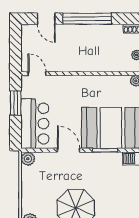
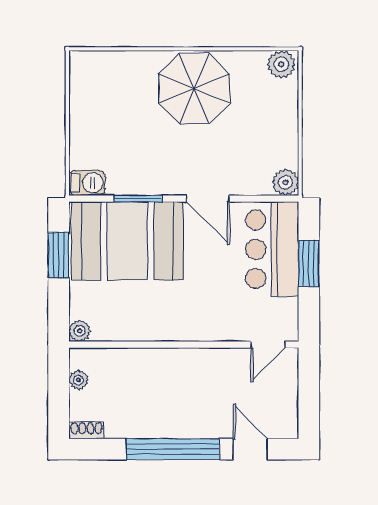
door: (37, 74) -> (268, 345), hinge flipped
window: (16, 103) -> (309, 264), moved

